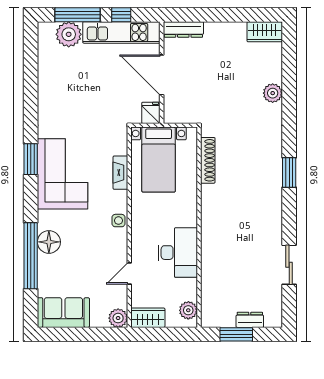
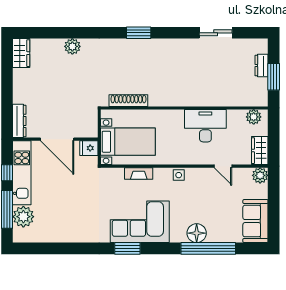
door: (162, 75) -> (57, 139), hinge flipped

